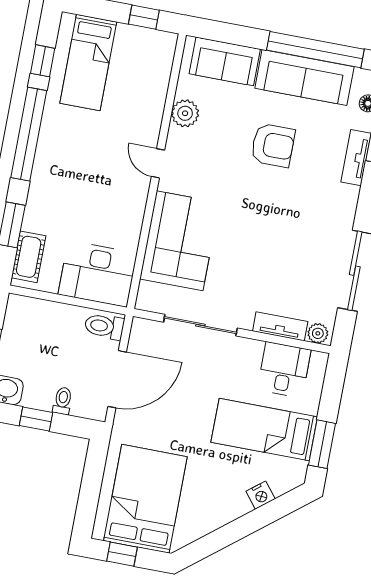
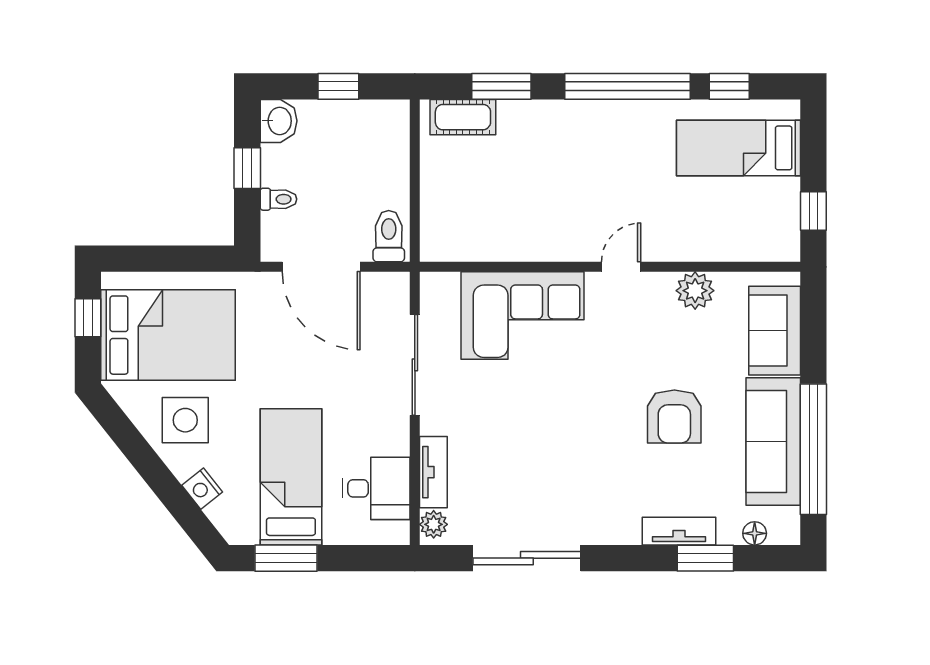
desk: (98, 274) -> (457, 214), removed
side table: (209, 498) -> (185, 420), added

